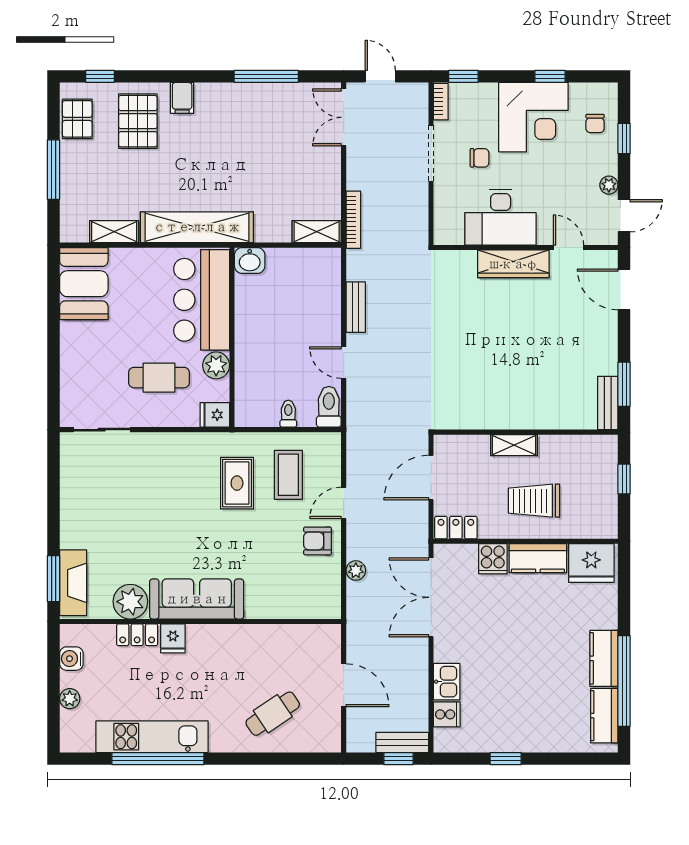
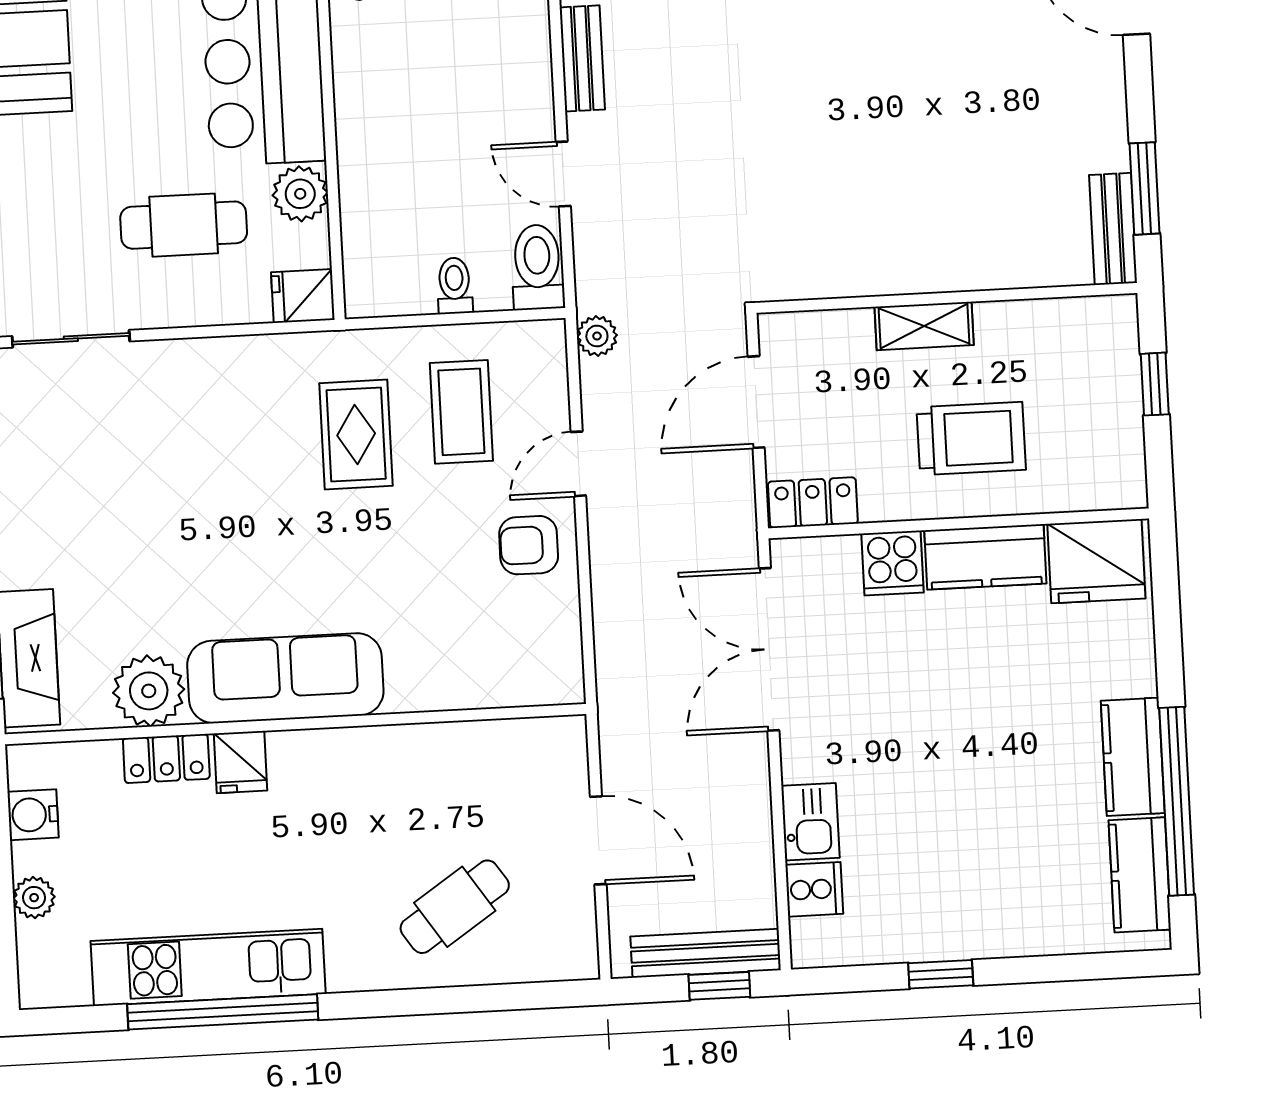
trolley: (534, 501) -> (971, 439), turned 180
plant: (356, 570) -> (597, 336), moved
bench: (402, 742) -> (706, 953), width x1.36

